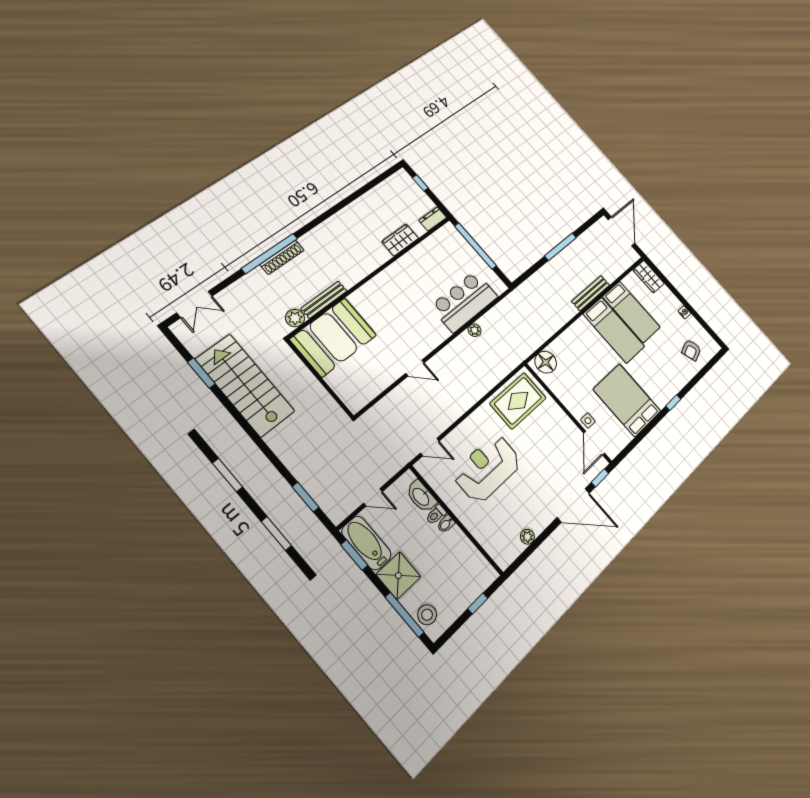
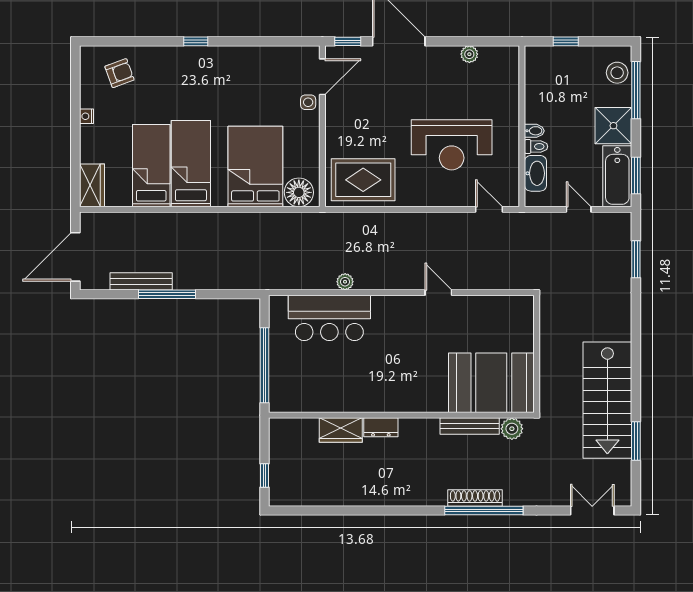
dresser: (433, 219) -> (381, 427), moved
bench: (591, 293) -> (141, 281), moved
bed: (627, 400) -> (255, 166), moved, turned 180

